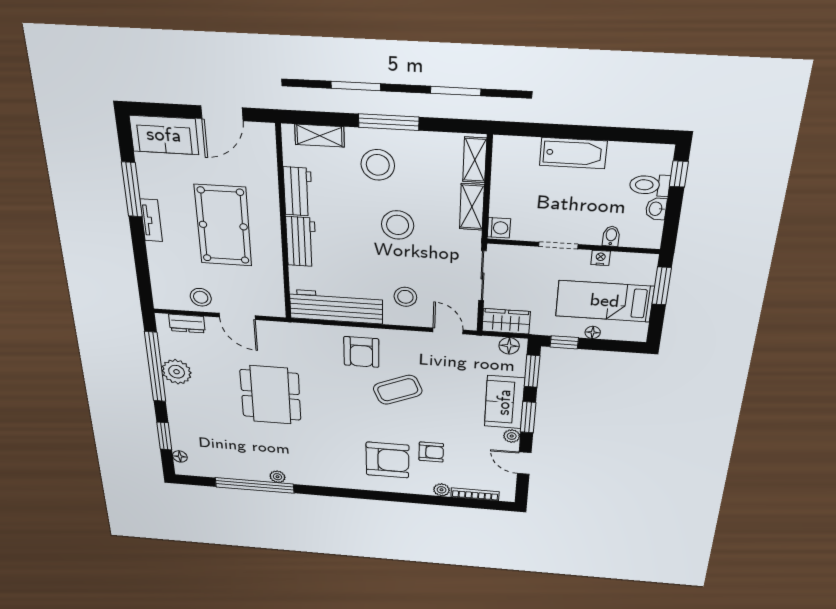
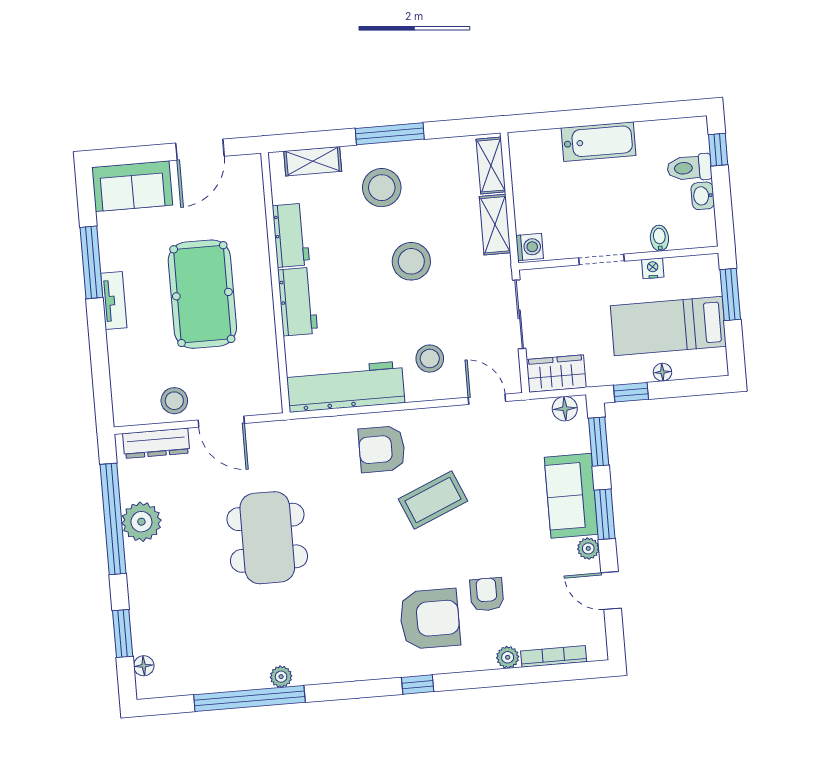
dresser: (187, 324) -> (156, 443), width x1.44
armchair: (361, 352) -> (382, 449), turned 90
armchair: (431, 452) -> (487, 594), turned -90
window: (375, 495) -> (418, 684), added

